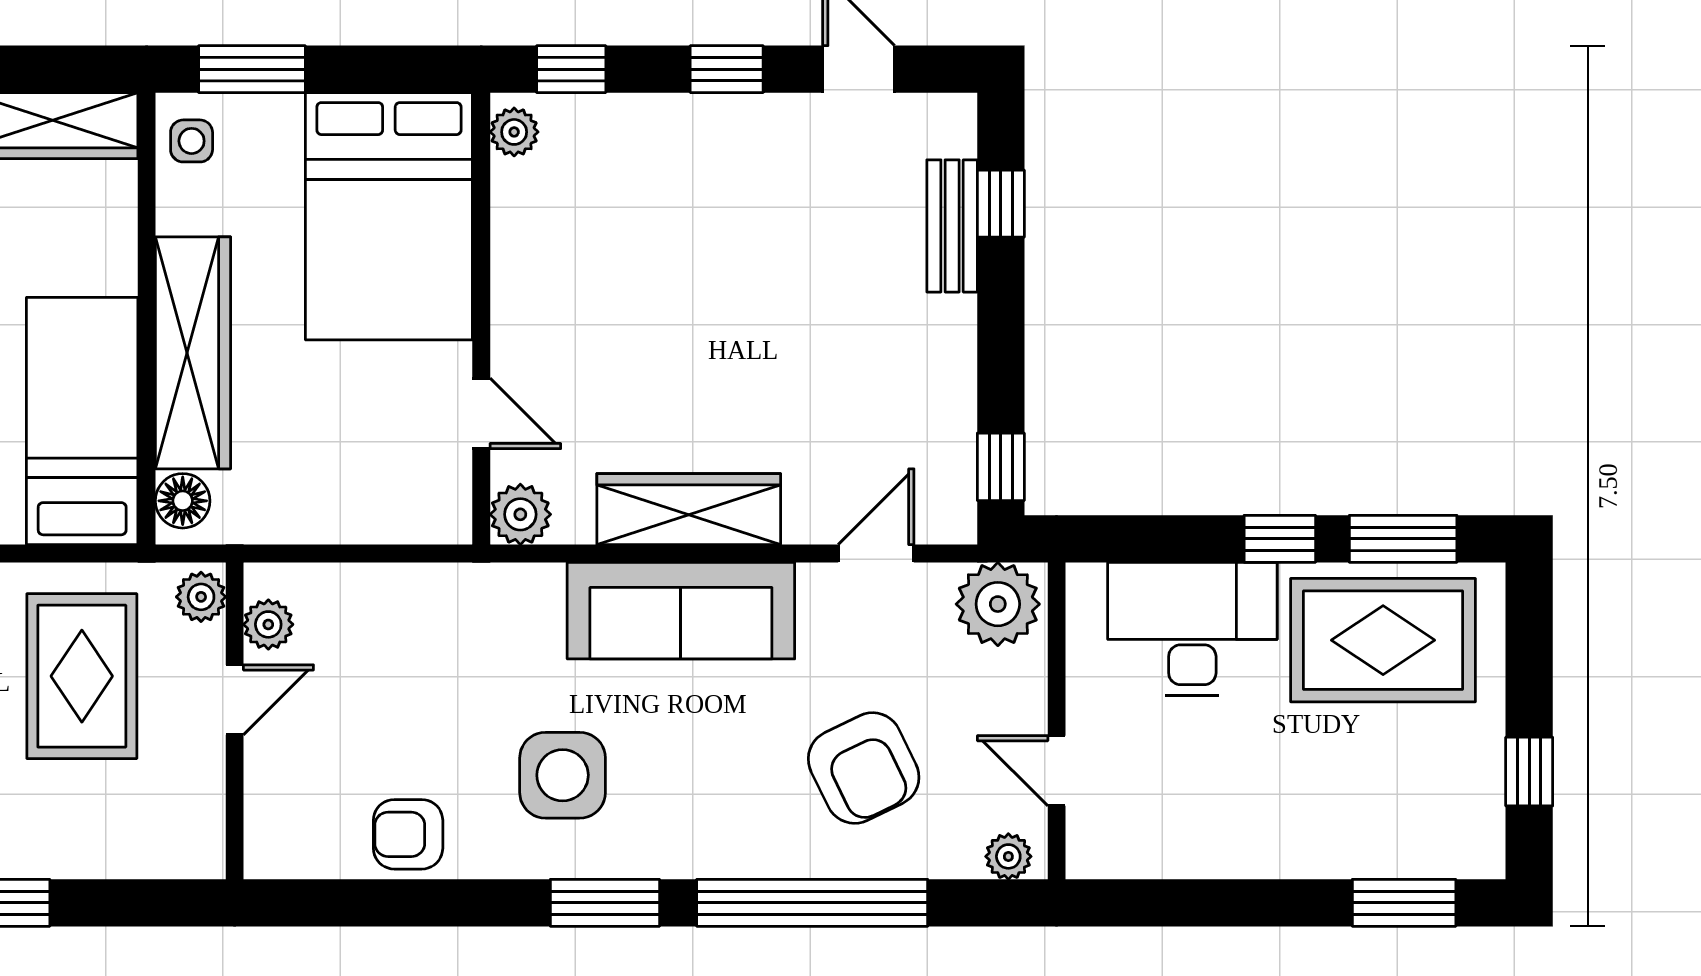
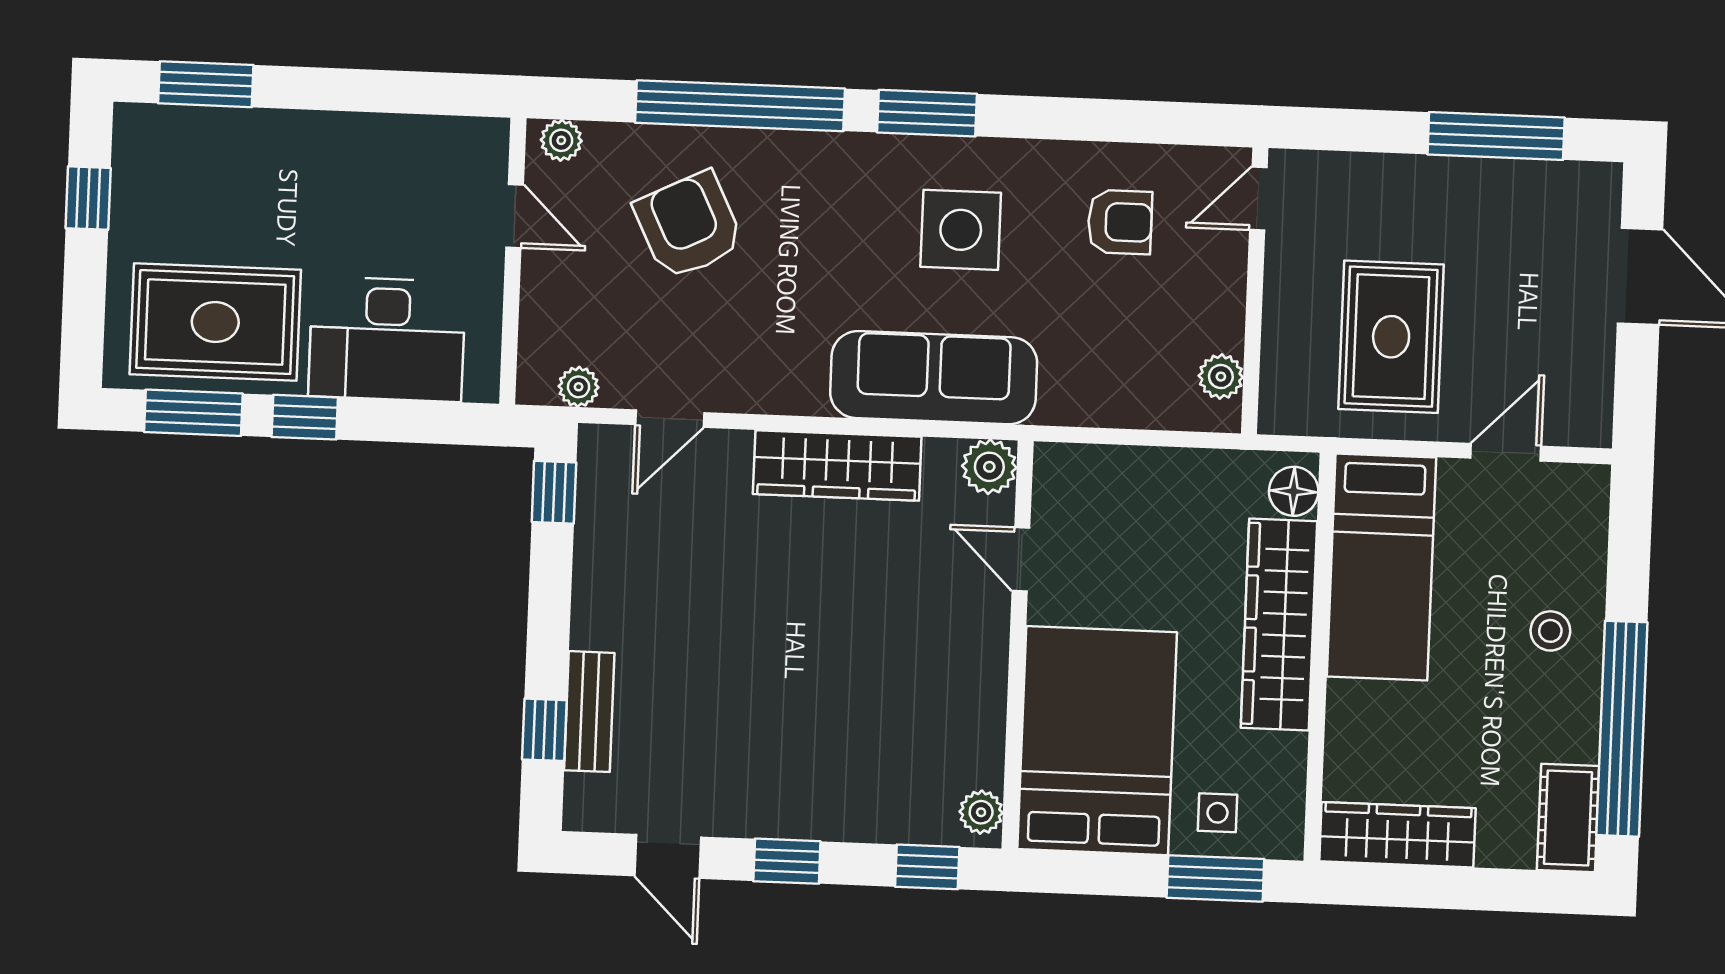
side table: (192, 141) -> (1218, 813), moved
plant: (201, 597) -> (1281, 404), removed
plant: (998, 604) -> (579, 387), width x0.53, depth x0.53
sofa: (681, 611) -> (934, 378), moved
door: (235, 700) -> (1258, 199), moved
armchair: (408, 834) -> (1120, 222), moved

